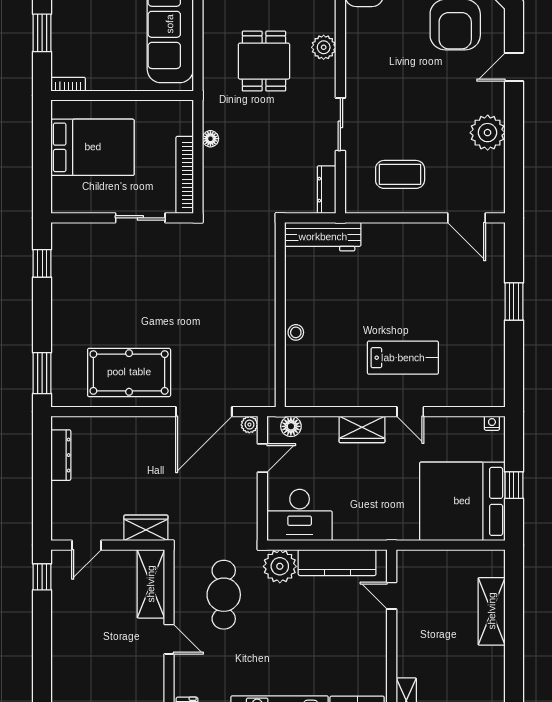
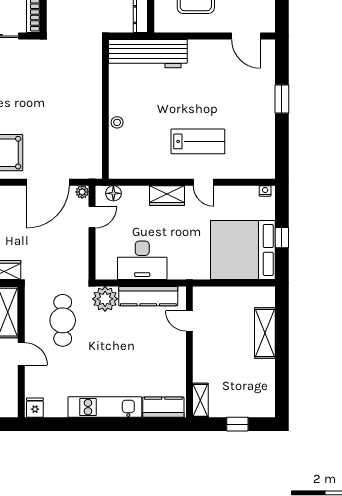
workbench: (323, 237) -> (148, 54), width x1.36, depth x1.32
desk: (300, 515) -> (142, 260), moved

